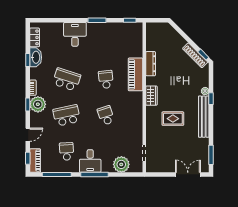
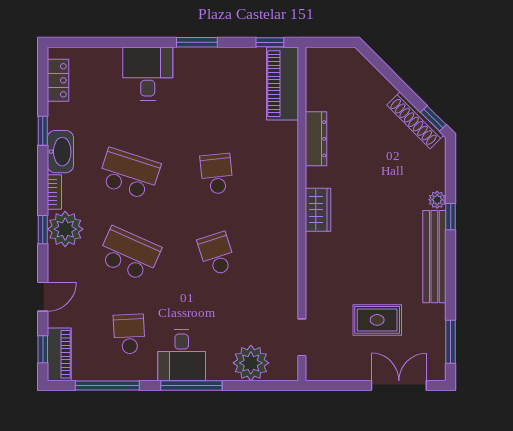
washbasin: (36, 57) -> (60, 152), moved
piano: (136, 74) -> (283, 84), moved
school desk: (67, 115) -> (129, 254), turned 36
rug: (173, 119) -> (377, 320), moved

